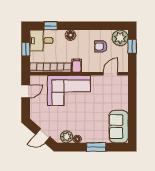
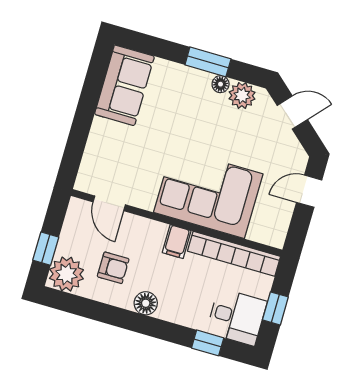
floor lamp: (71, 35) -> (146, 303), moved
door: (110, 74) -> (109, 203), hinge flipped
door: (26, 91) -> (309, 191), moved
window: (96, 147) -> (208, 62), moved

